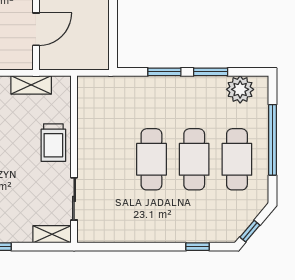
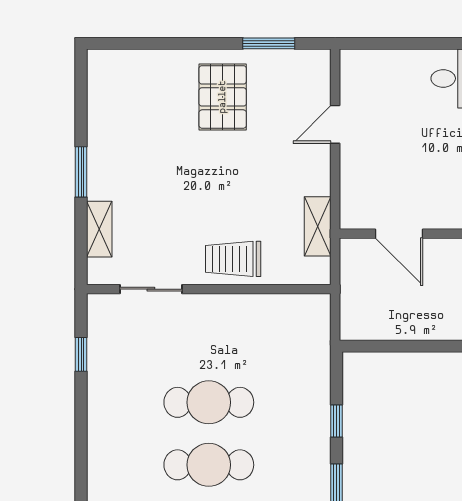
window: (164, 72) -> (337, 421), width x0.67
shelving: (52, 234) -> (99, 229), moved
window: (198, 247) -> (81, 354), moved

